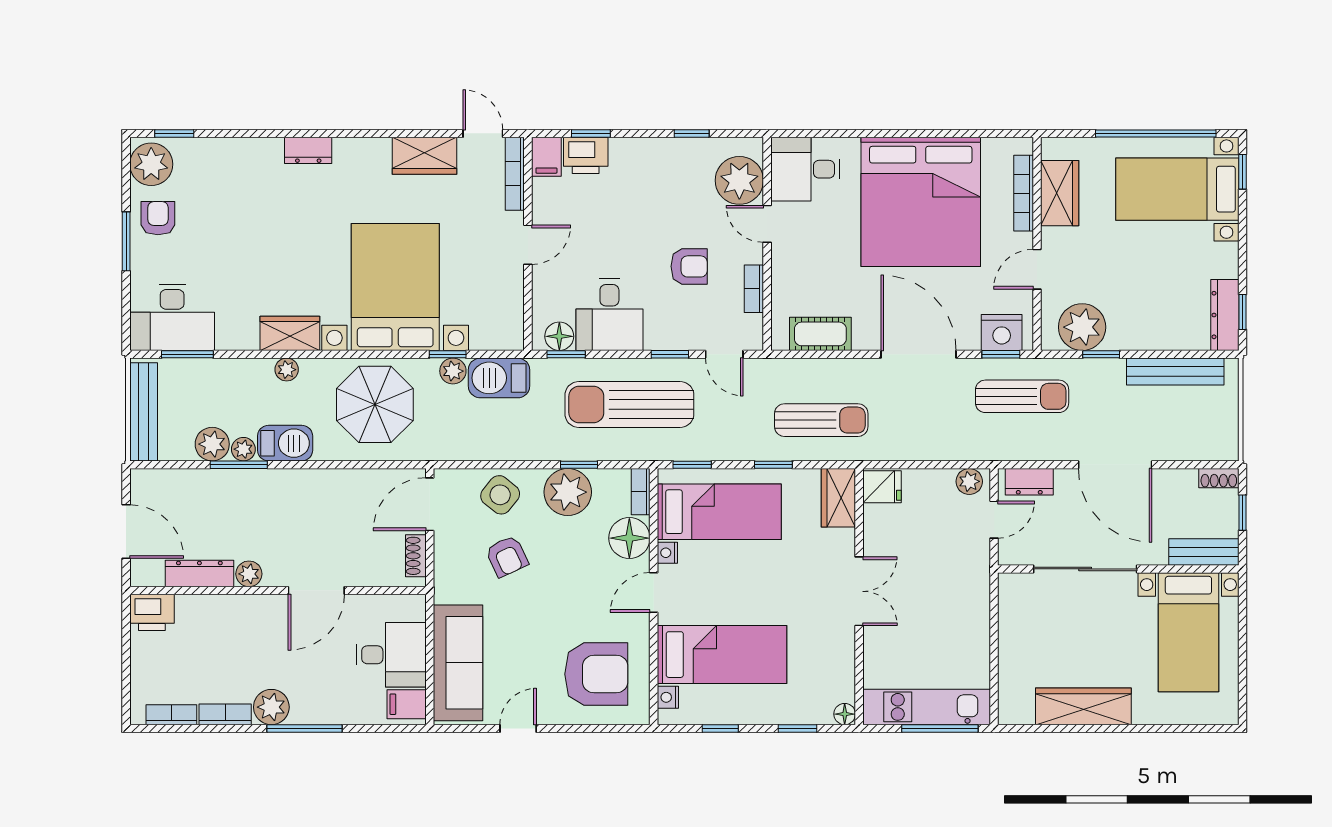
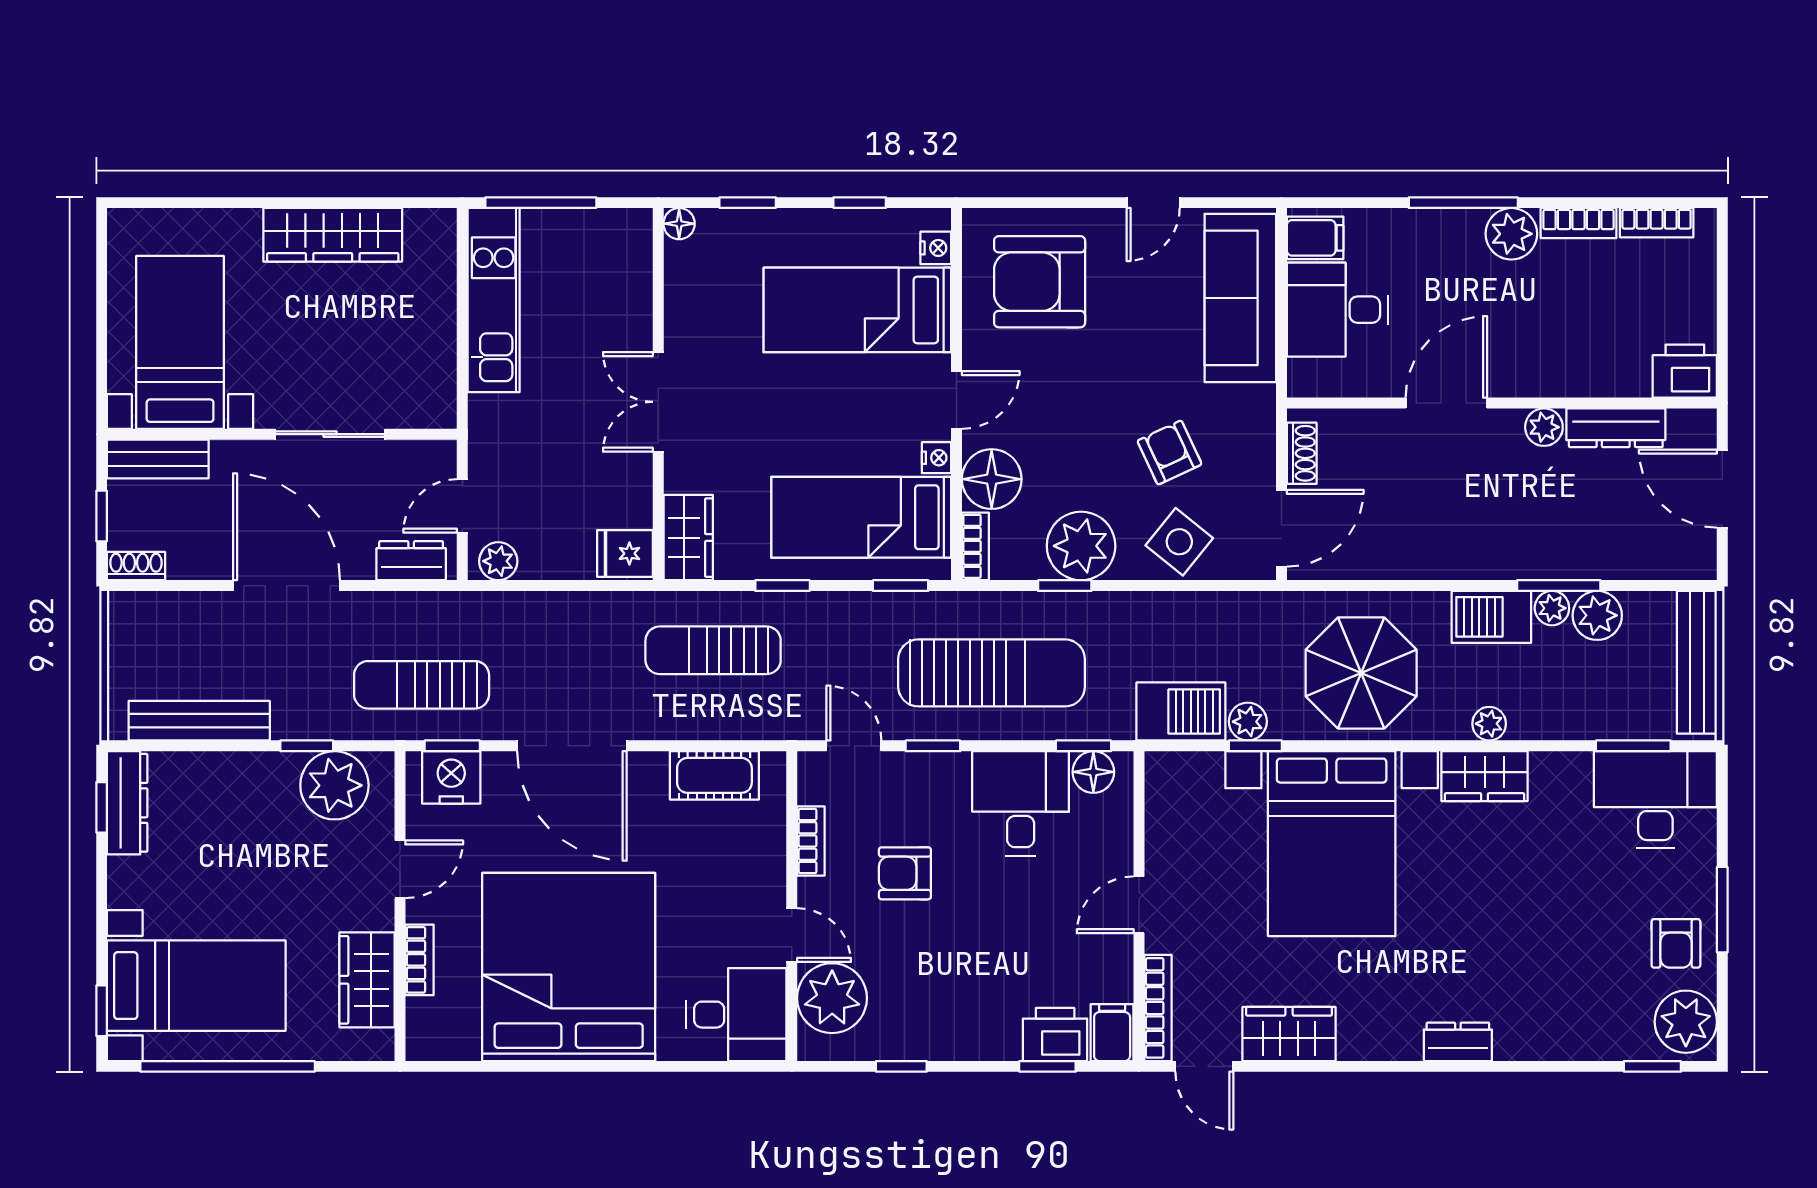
bookcase: (1024, 193) -> (419, 960), width x0.64
sliding door: (1085, 569) -> (330, 434), width x0.73
kitchen unit: (927, 707) -> (494, 300), moved, turned -90

